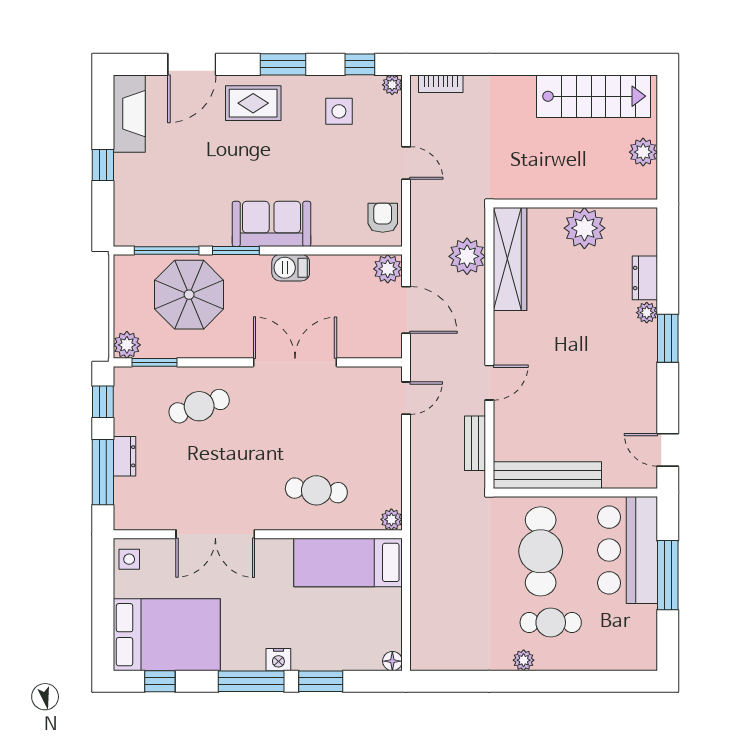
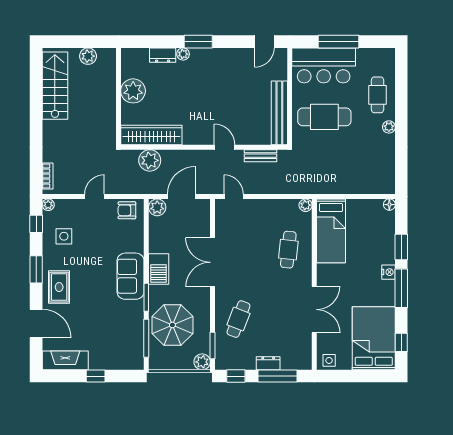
barbecue: (291, 268) -> (159, 269), width x1.38, depth x1.27
cafe table: (199, 406) -> (238, 319), turned 39
cafe table: (551, 622) -> (378, 95), moved

